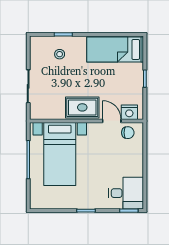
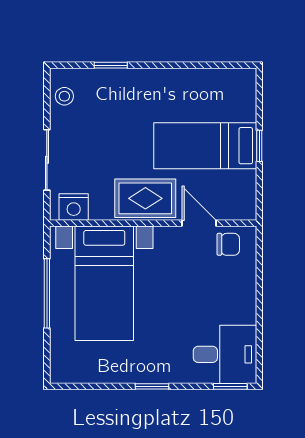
bed: (115, 49) -> (205, 146), moved
stool: (60, 54) -> (64, 96), moved
nightstand: (129, 112) -> (74, 207), moved

